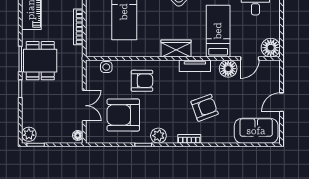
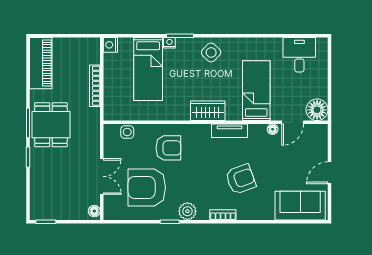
floor lamp: (228, 69) -> (273, 129), width x0.53, depth x0.53
plant: (29, 134) -> (38, 210), removed

